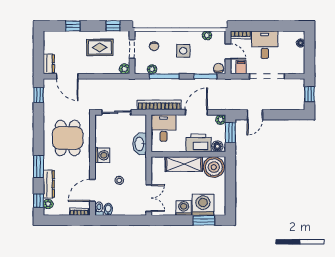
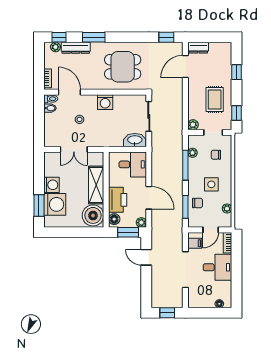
chair: (219, 68) -> (197, 203), moved
bookcase: (159, 105) -> (156, 160), removed
washbasin: (140, 144) -> (135, 140), moved
double door: (149, 198) -> (74, 149), moved

